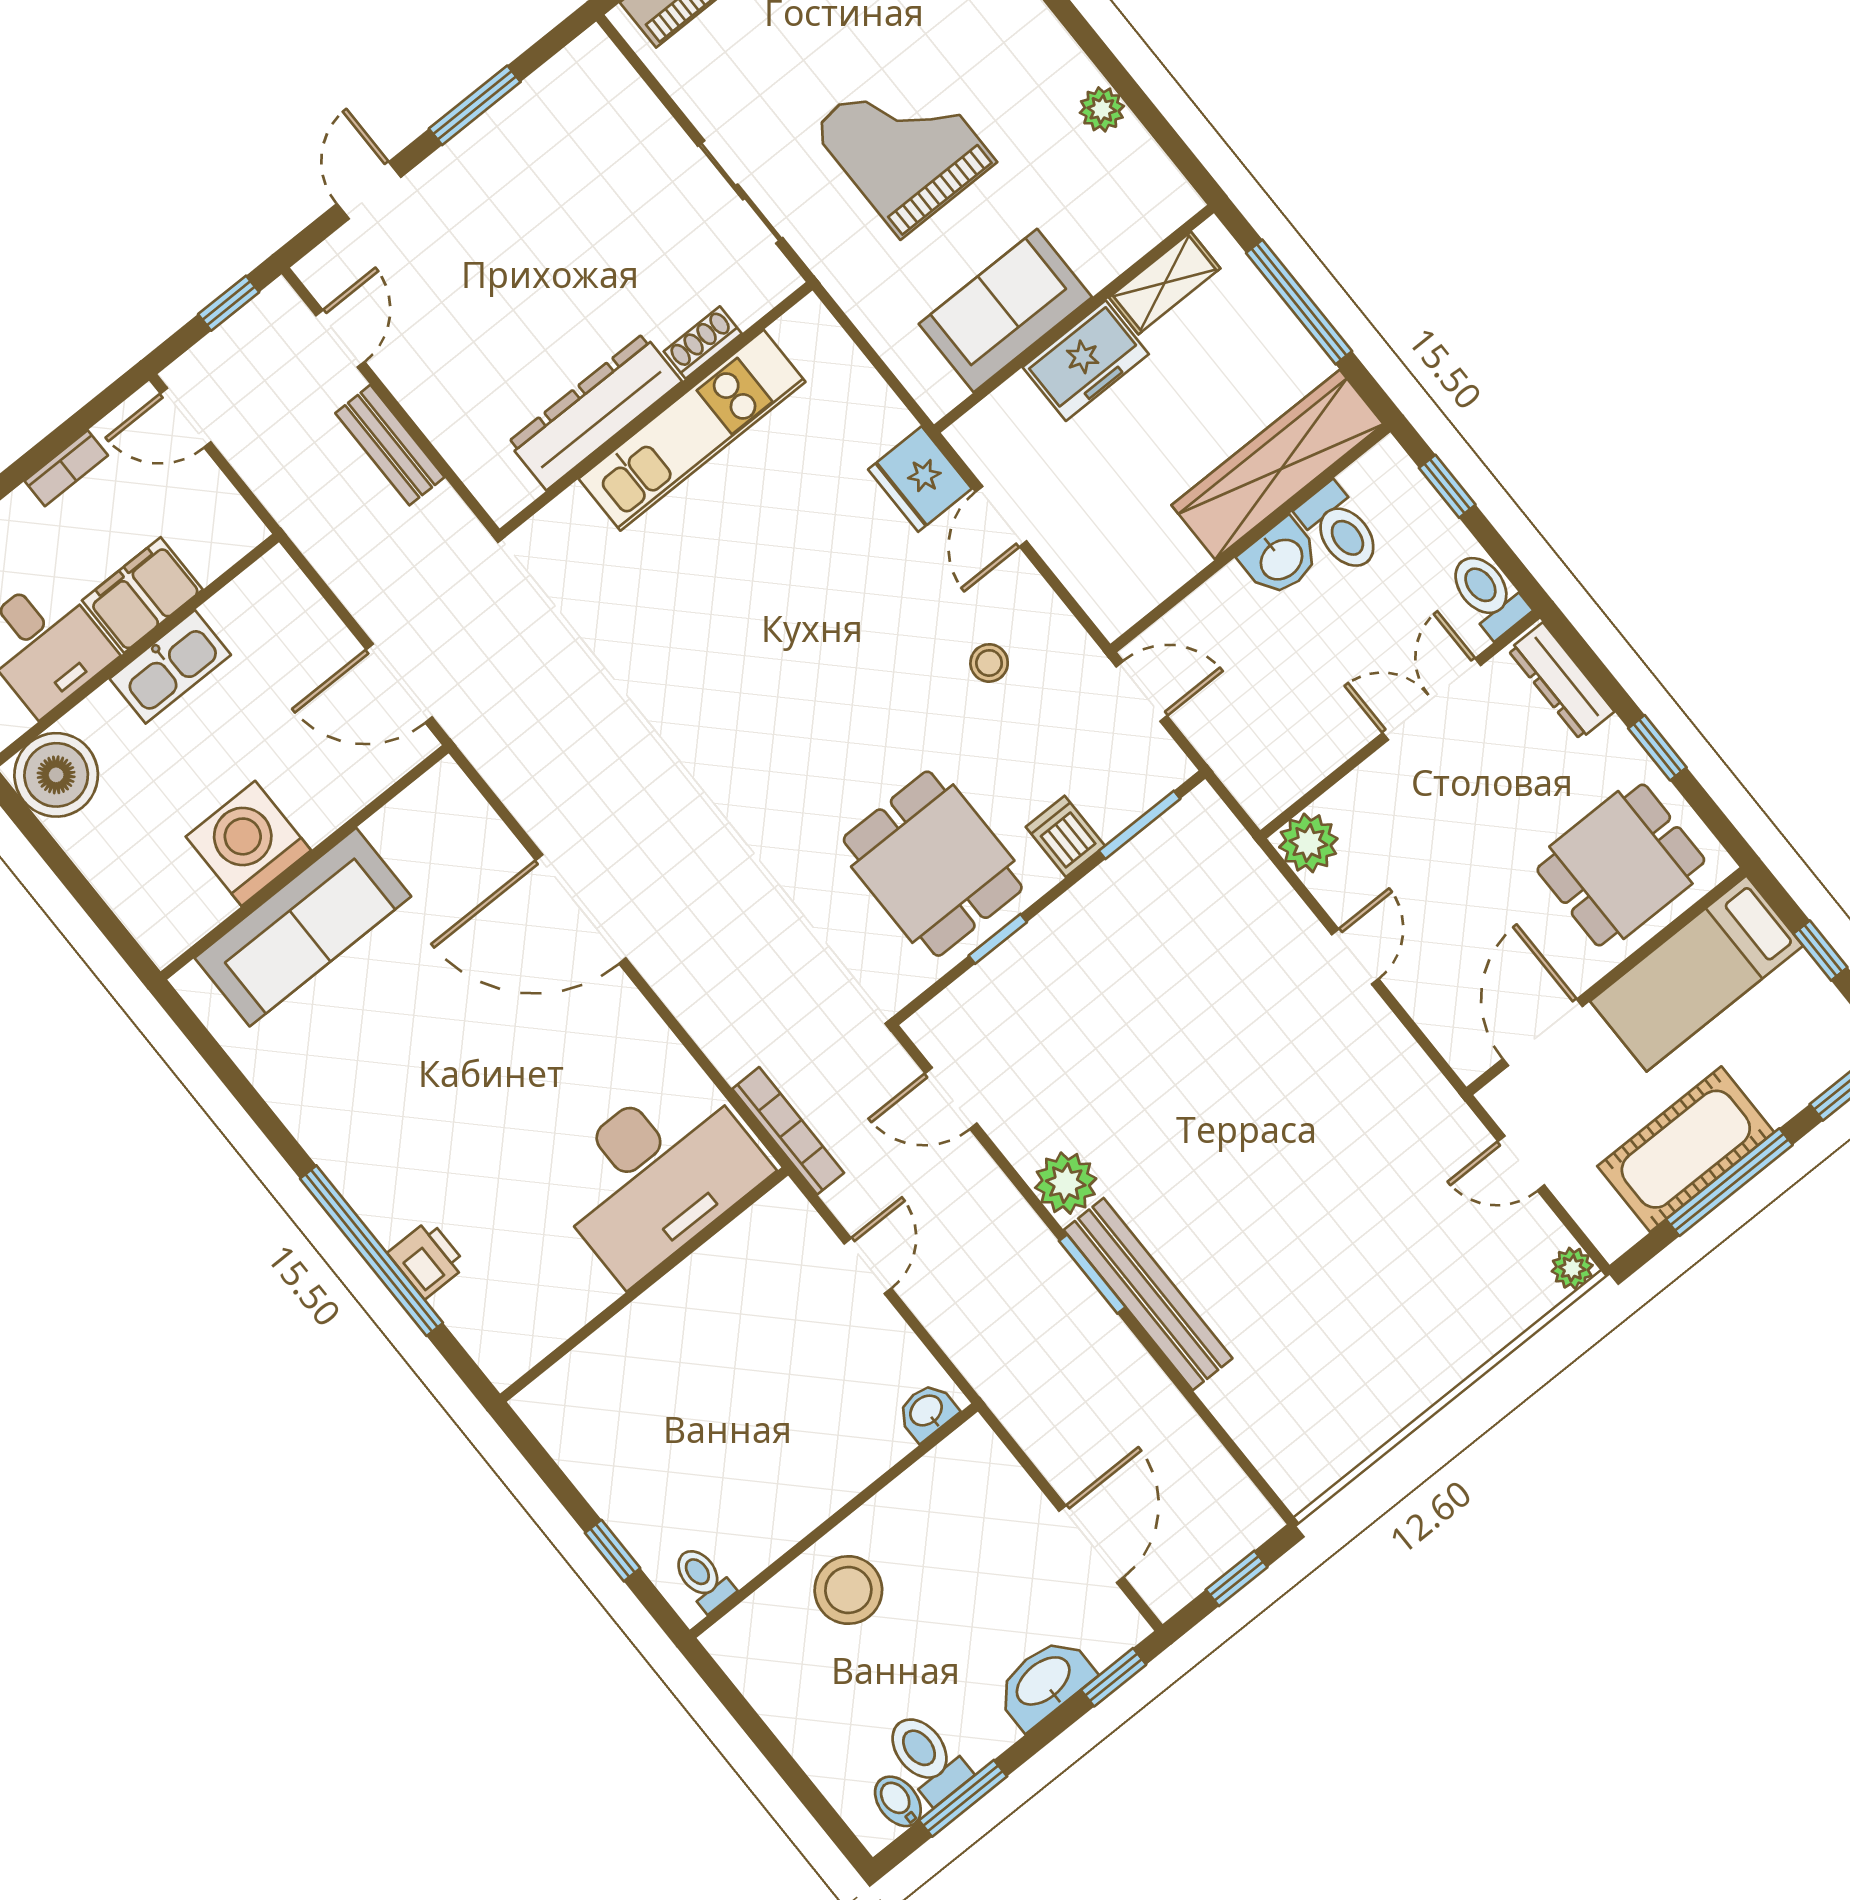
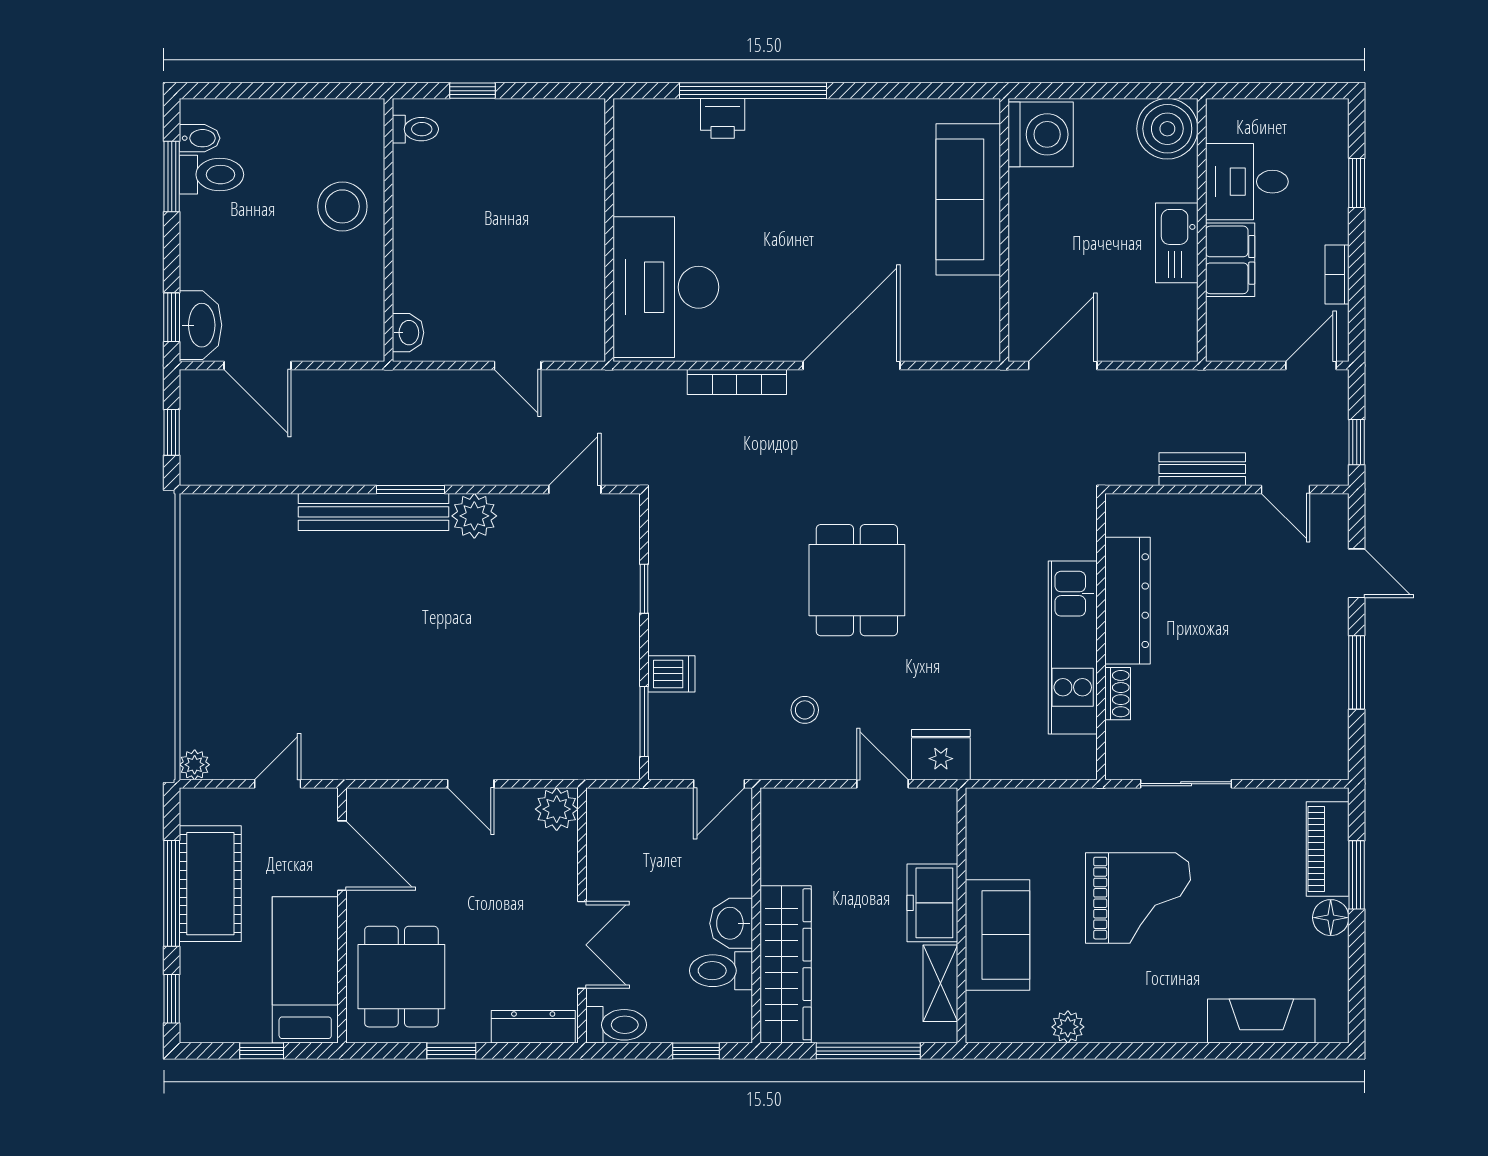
sofa: (1005, 311) -> (998, 935), moved
washing machine: (248, 843) -> (1041, 134), moved
dining table: (933, 864) -> (857, 580), moved, turned 90
bookcase: (788, 1131) -> (737, 382), moved
washbasin: (1044, 1682) -> (200, 325), moved

